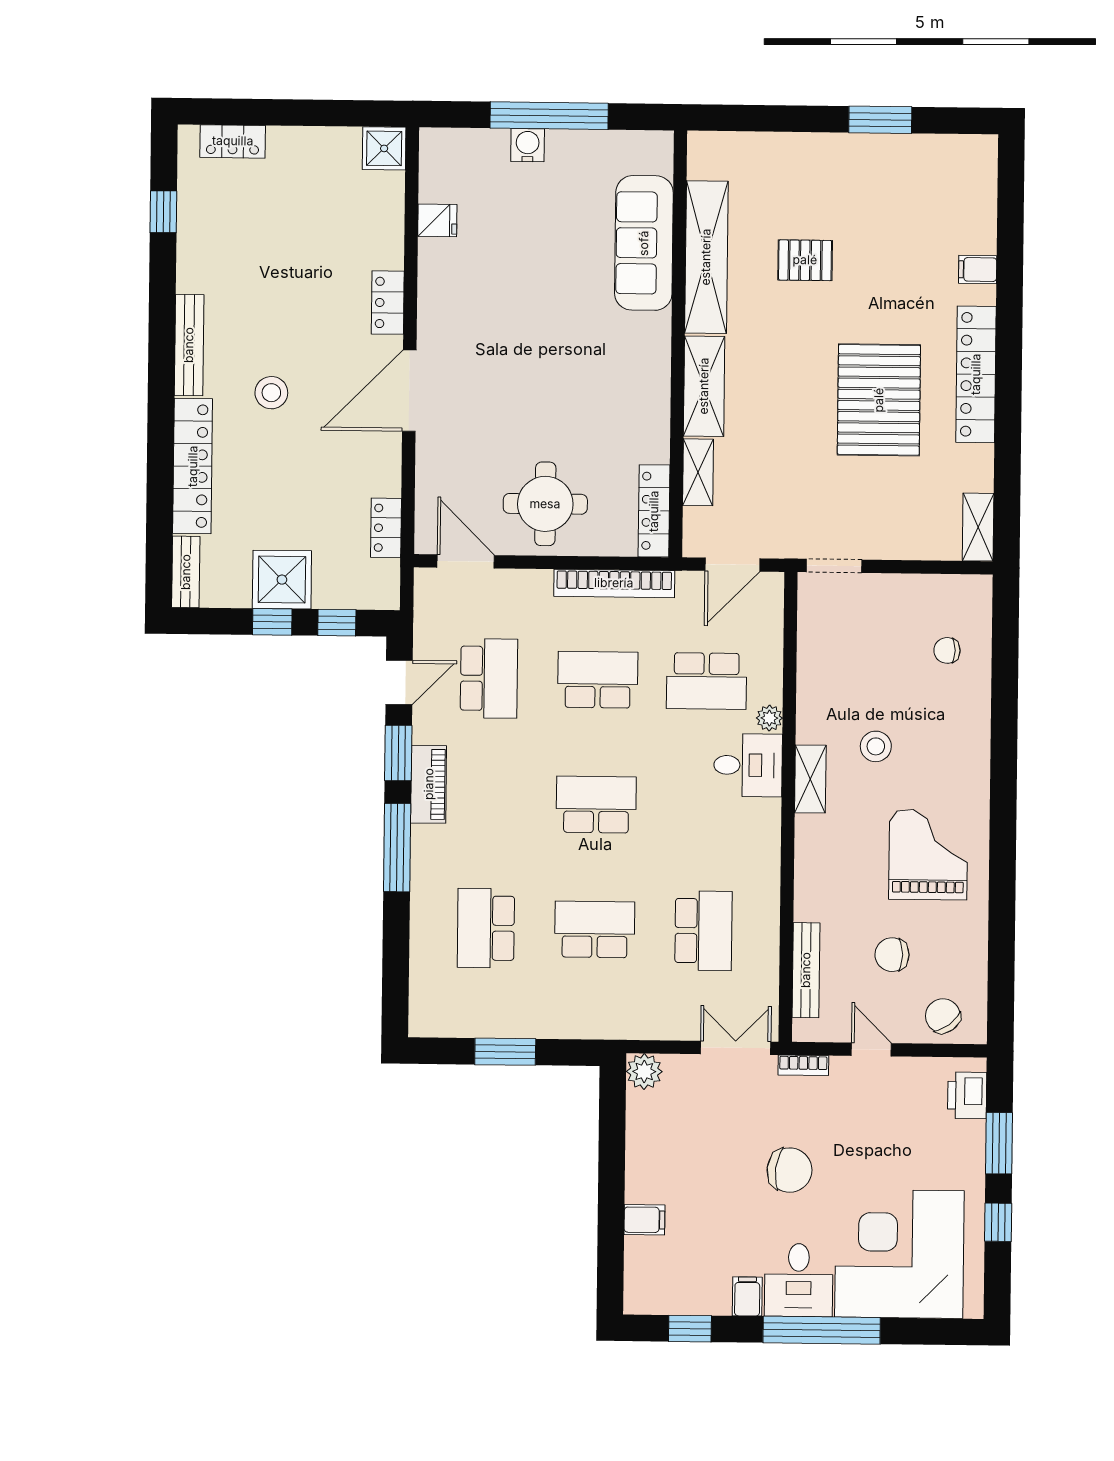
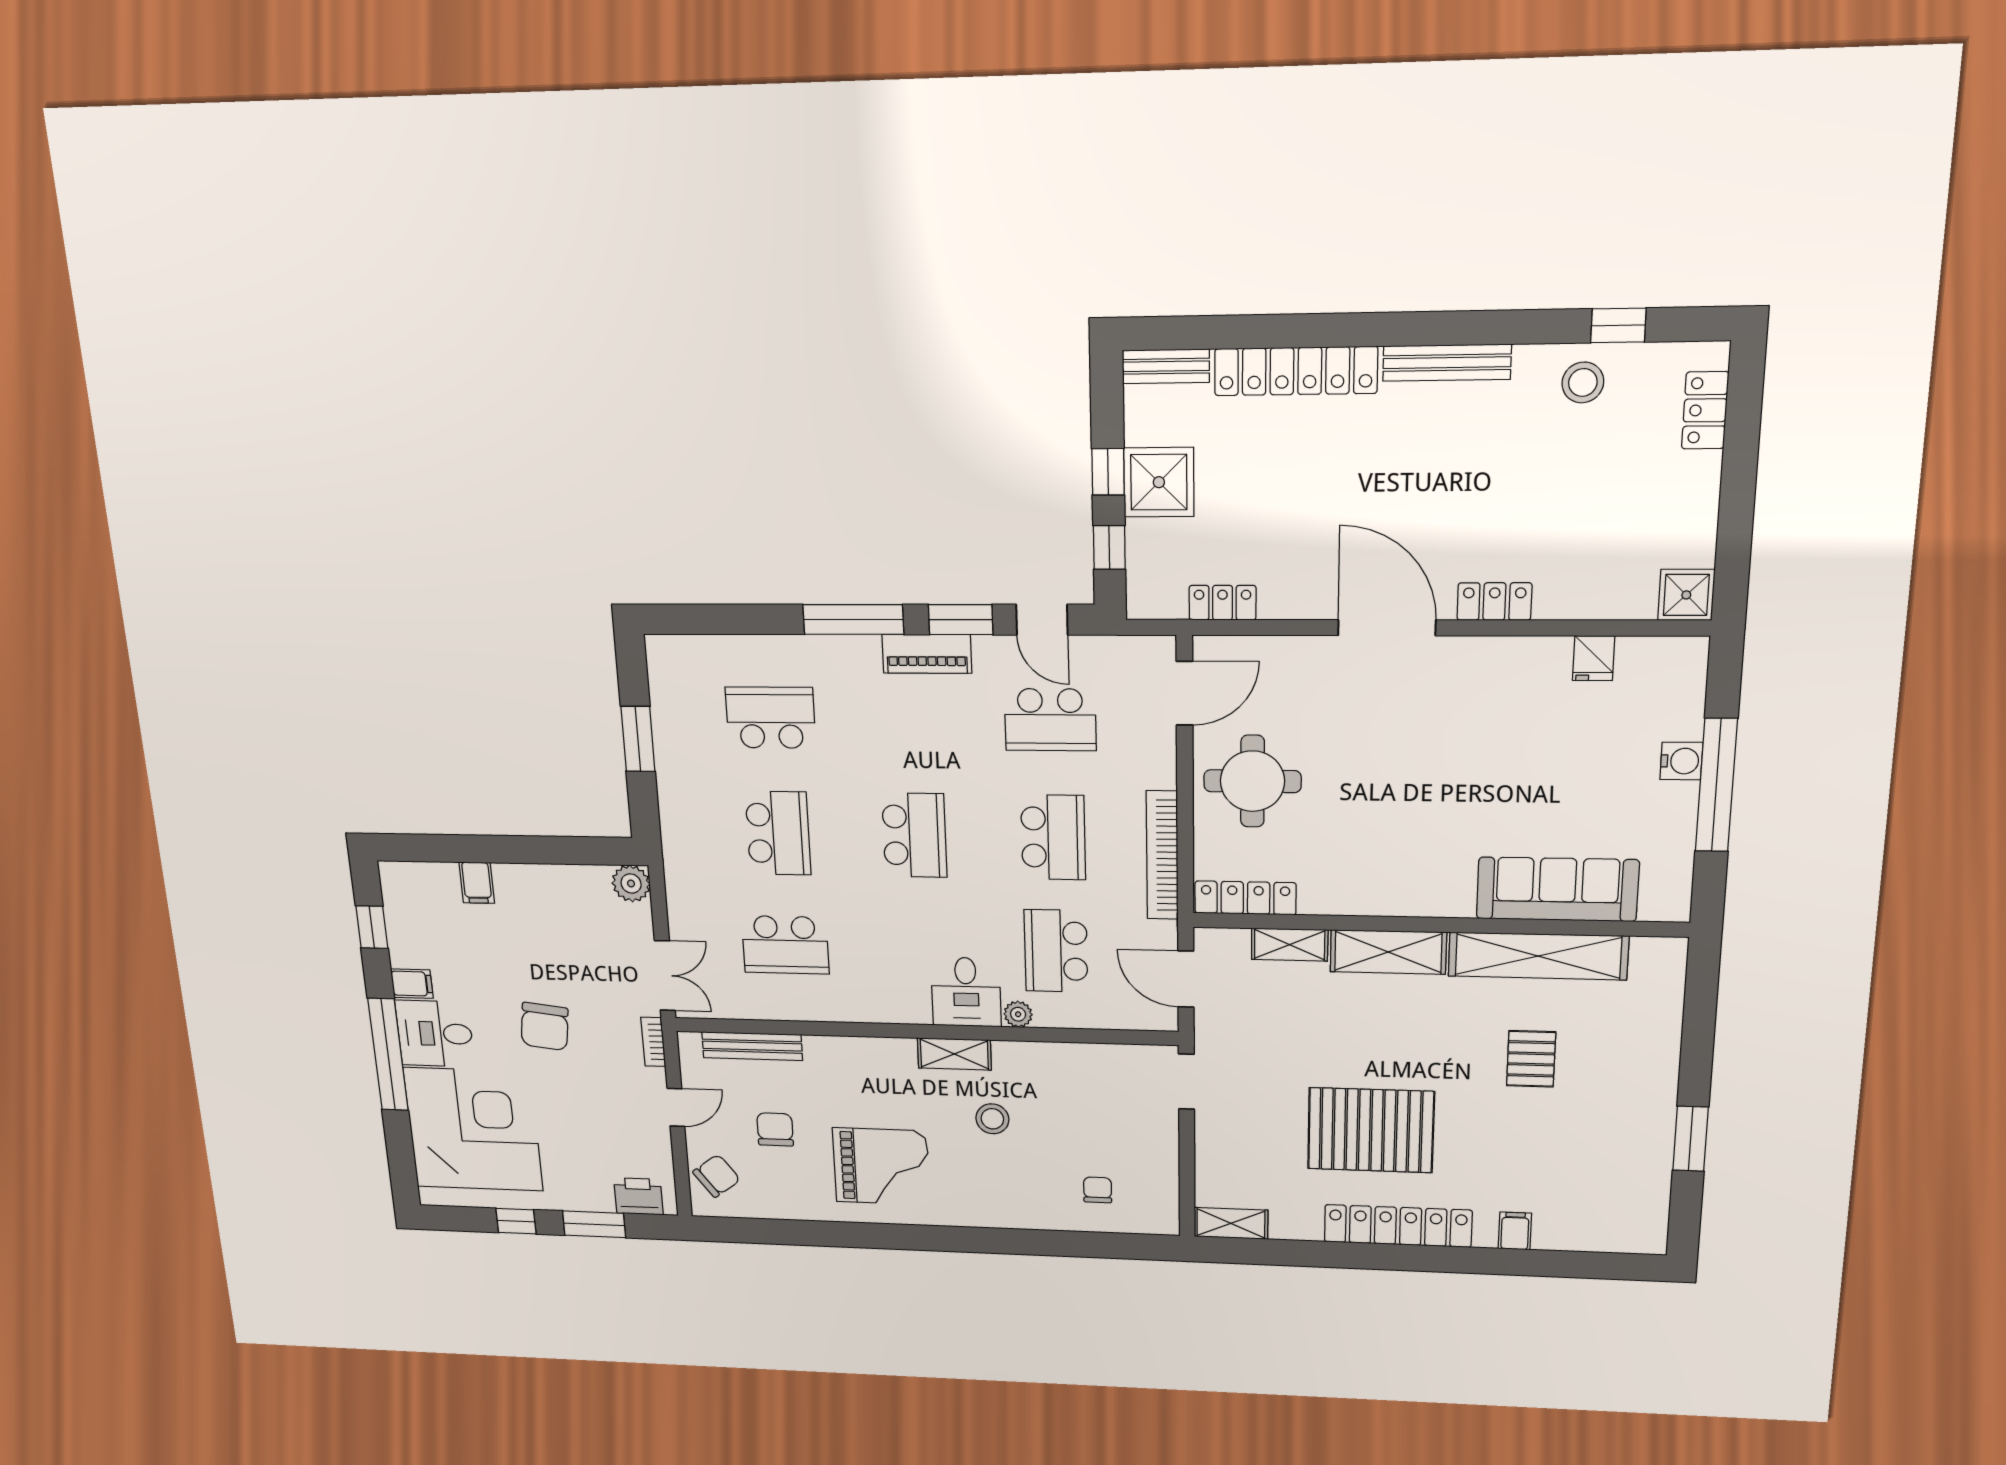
stool: (271, 393) -> (1583, 382), moved

